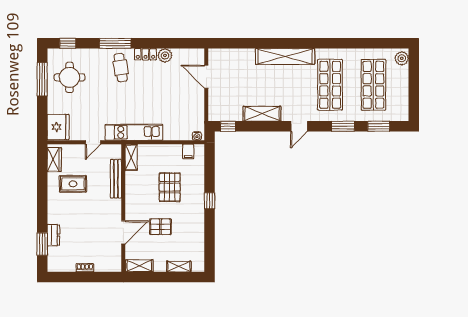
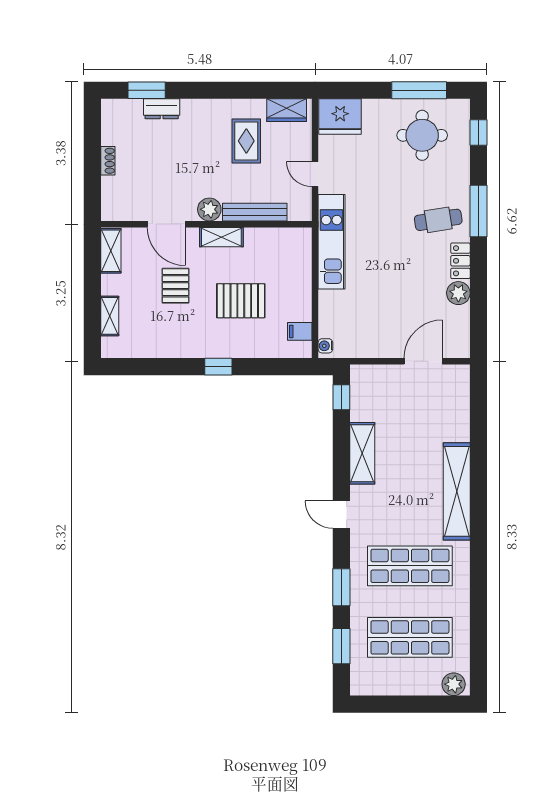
shelving: (131, 157) -> (221, 237), moved
plant: (114, 206) -> (209, 209), added

